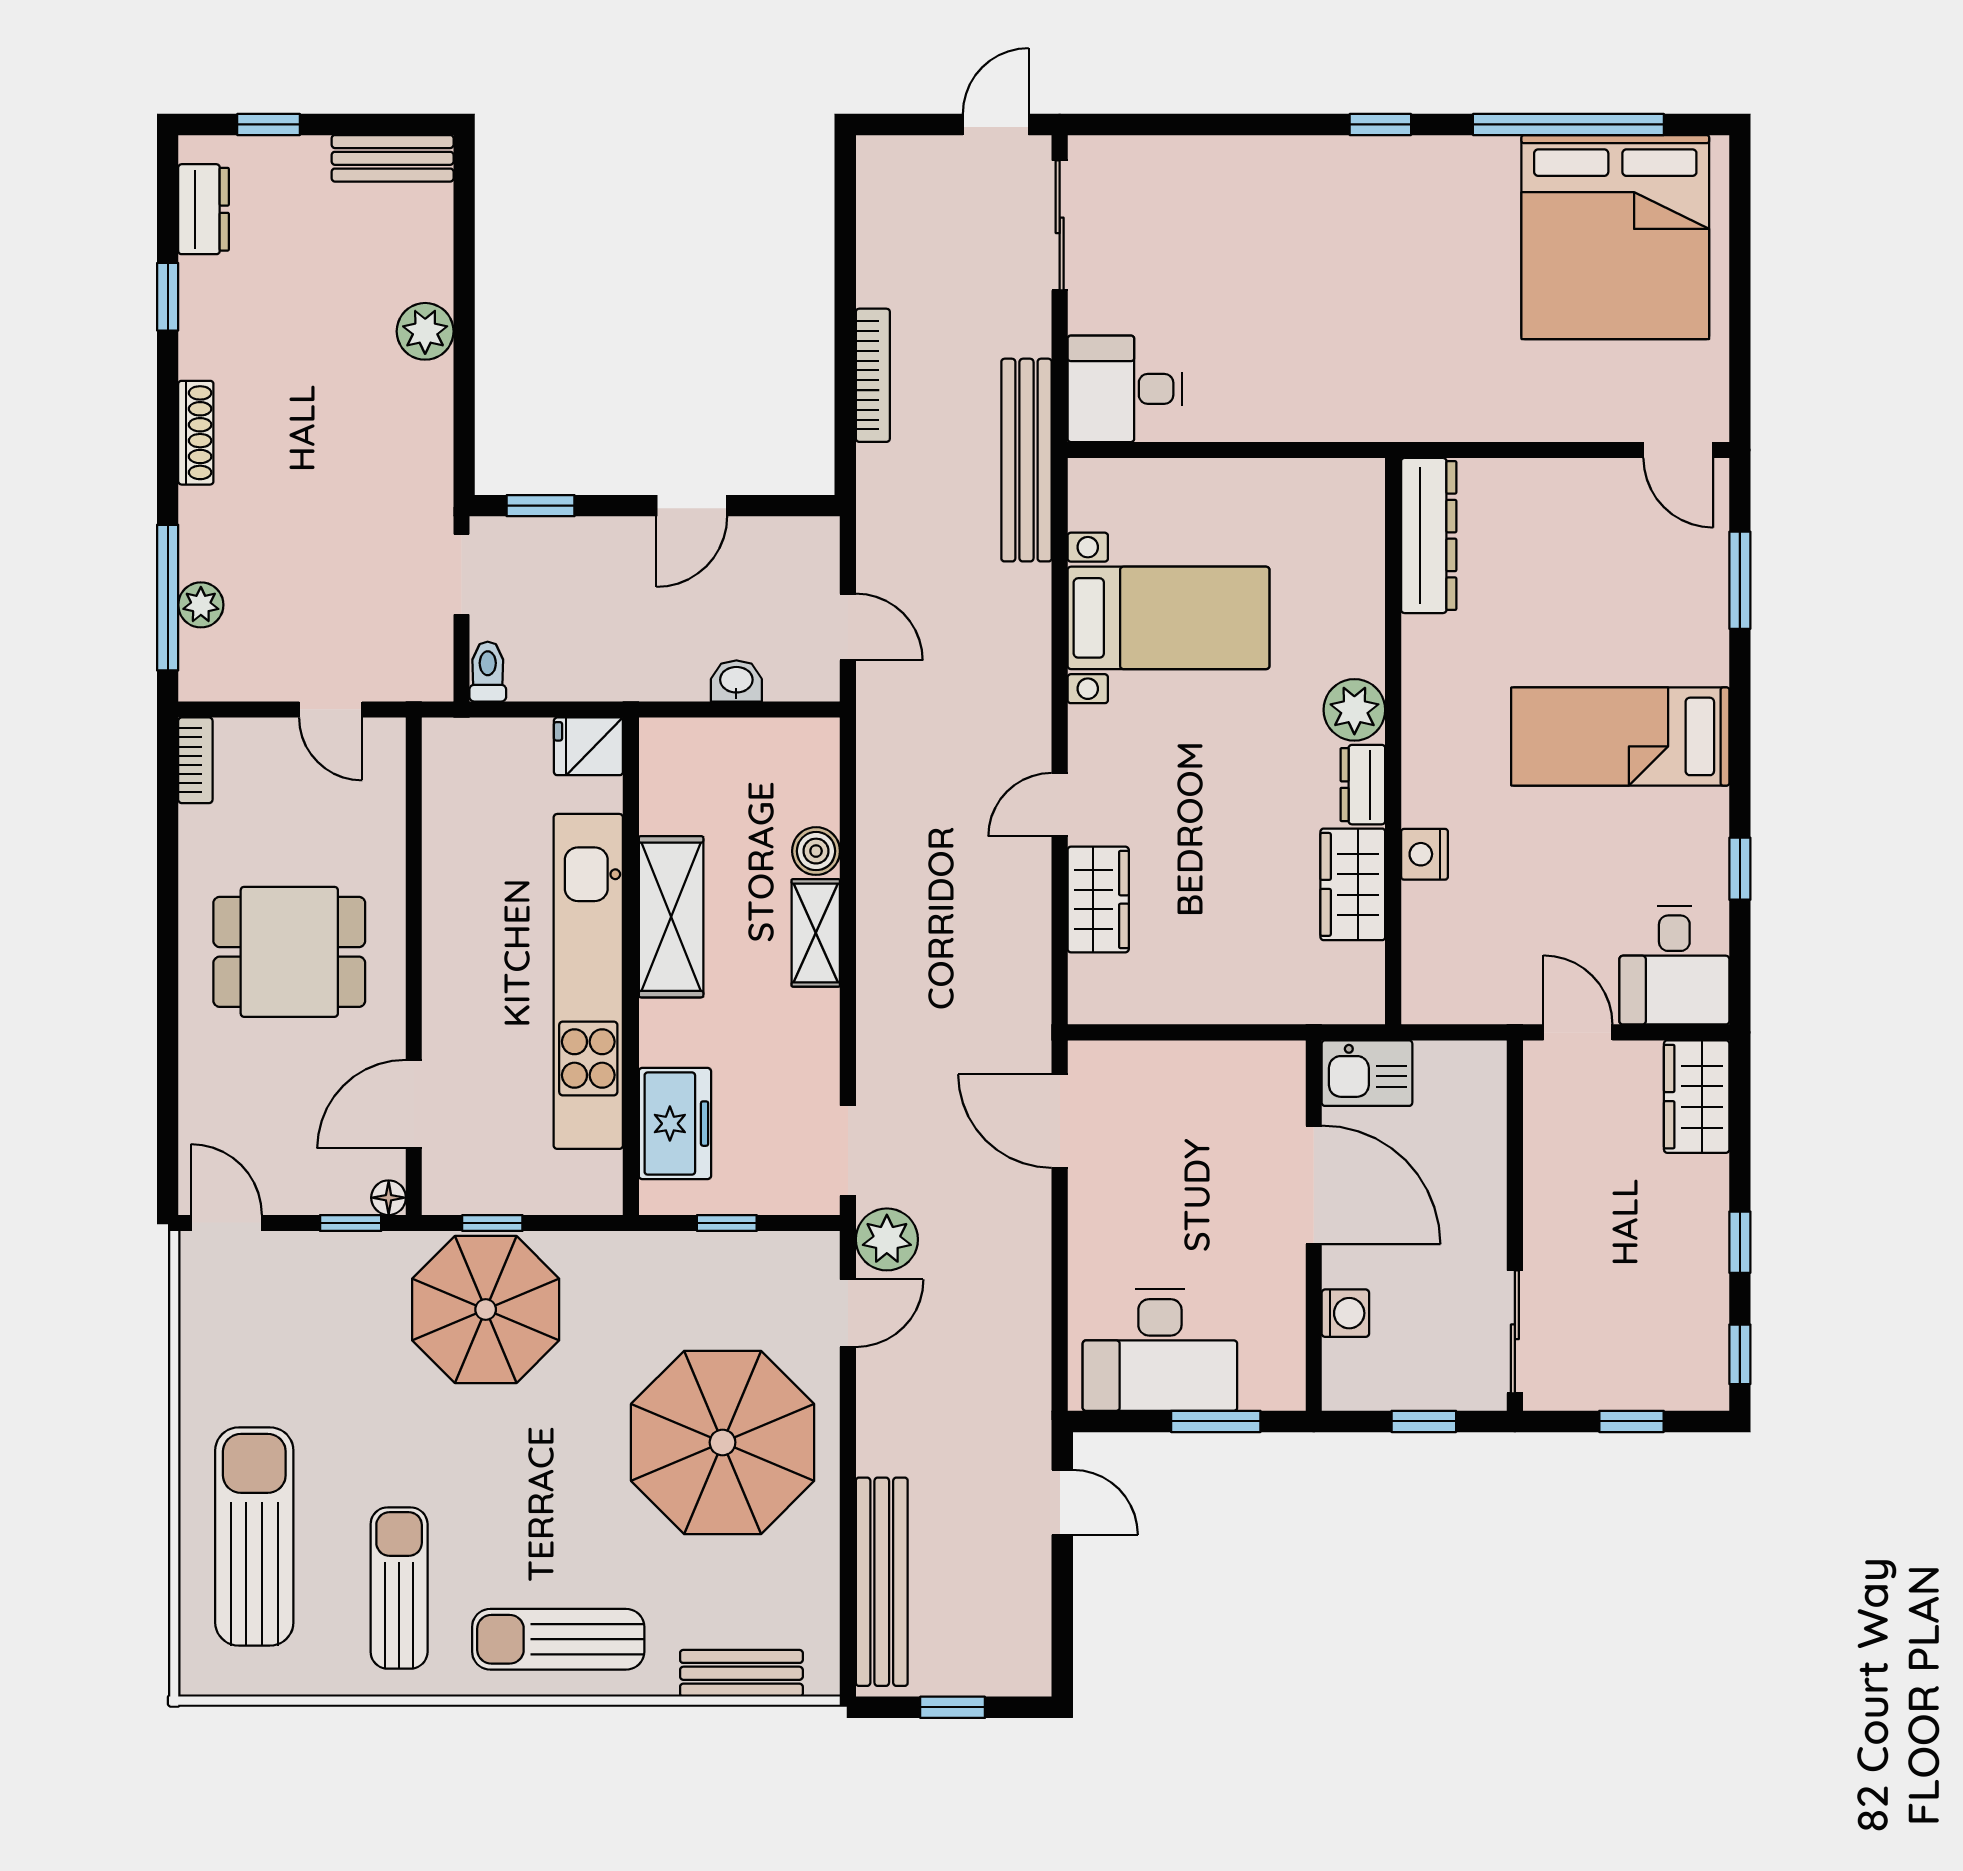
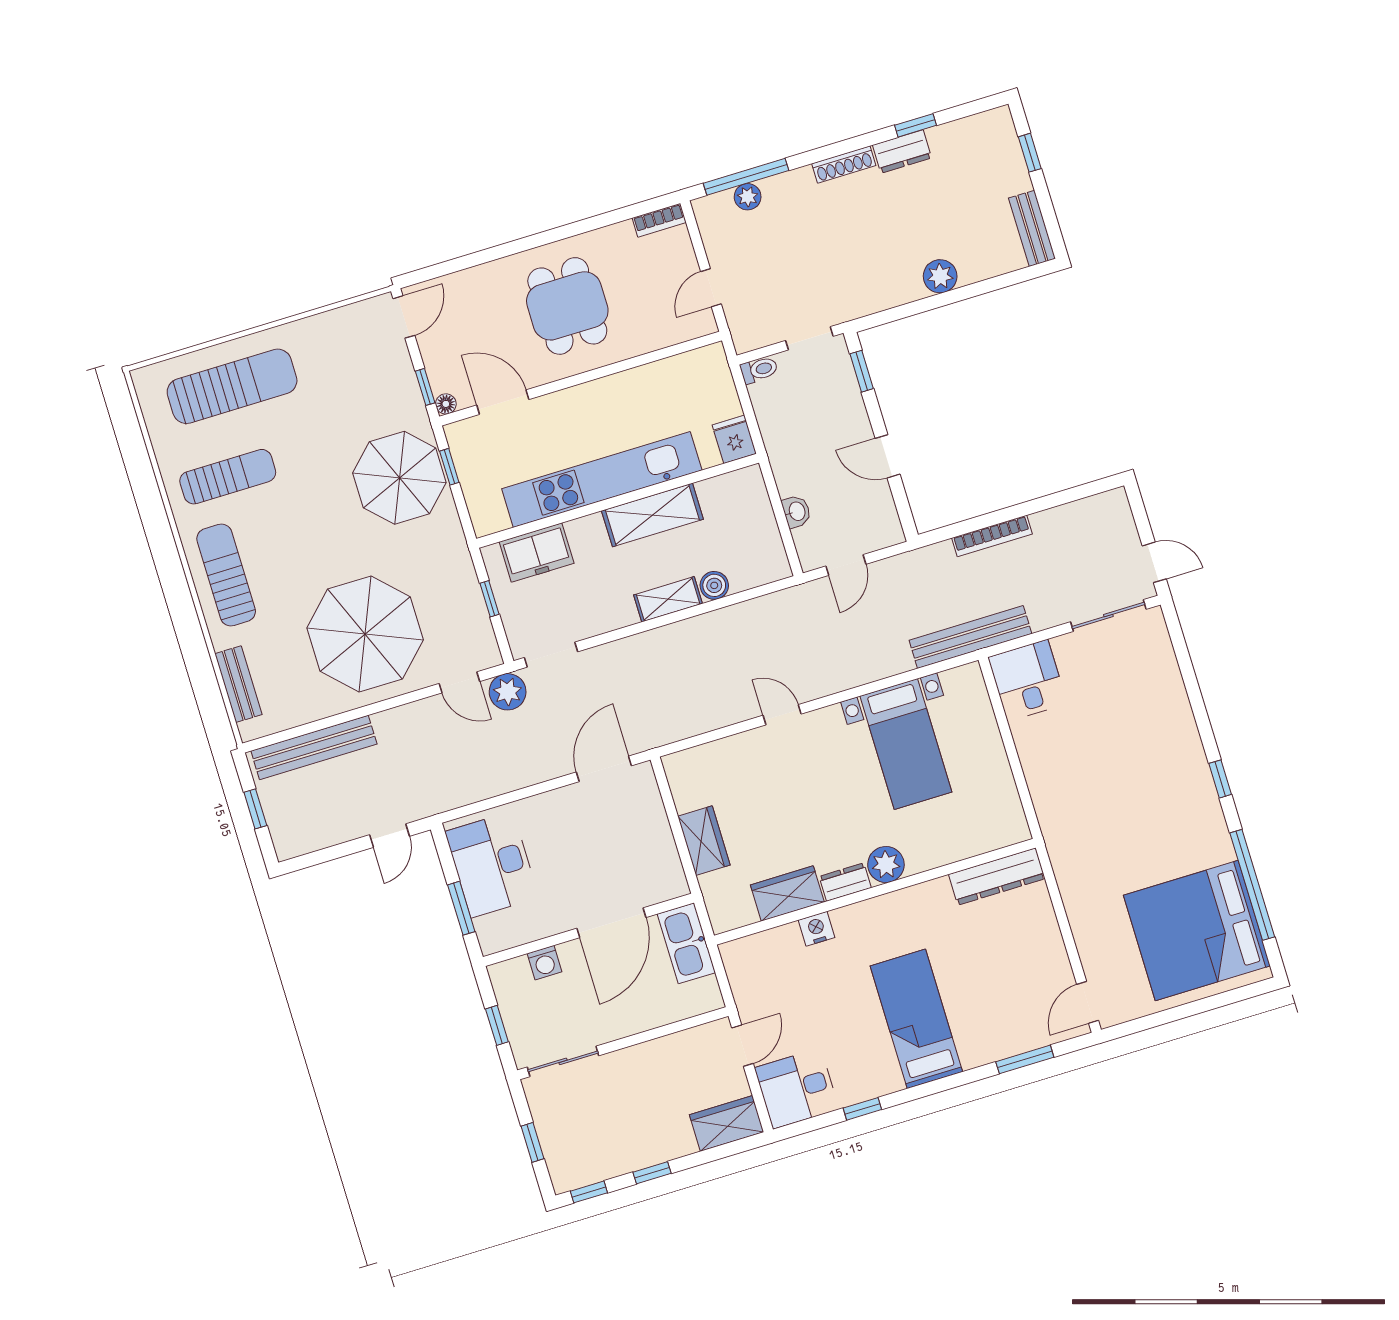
dresser: (204, 209) -> (902, 152), moved
wardrobe: (1098, 900) -> (704, 841), moved, turned -90
kitchen sink: (1367, 1073) -> (686, 943), width x1.38

